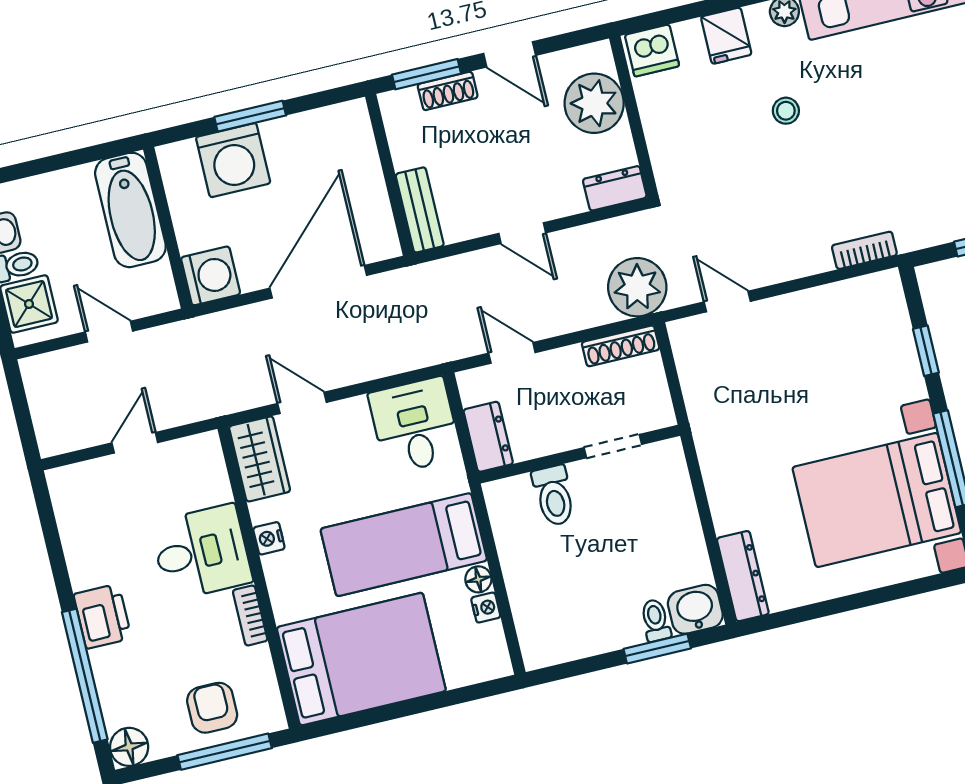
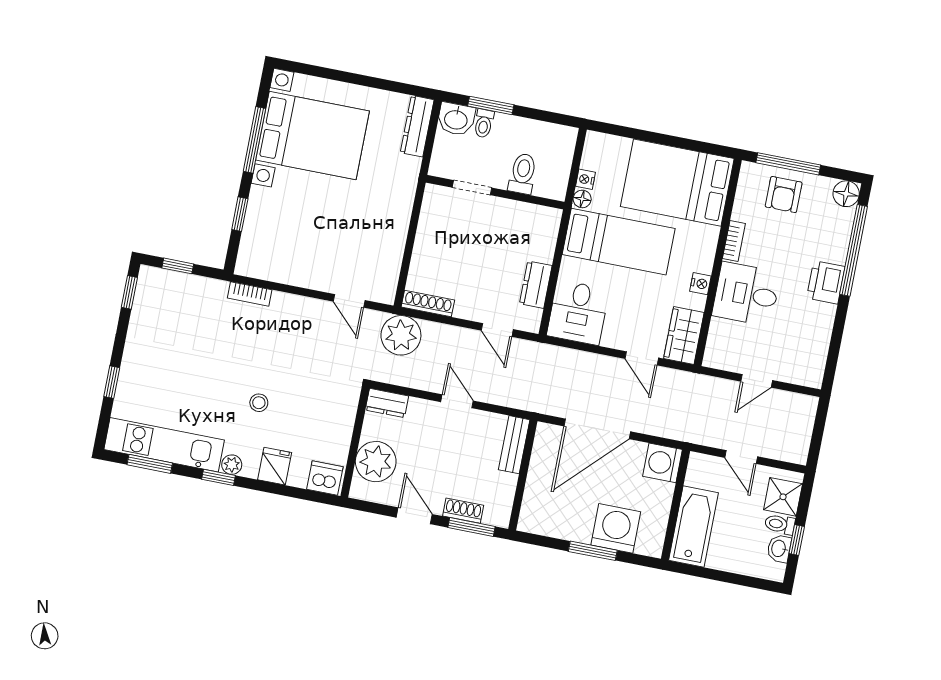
doorway: (613, 446) -> (472, 188), moved
wall: (579, 454) -> (495, 192), moved
toilet: (554, 496) -> (523, 174), moved

